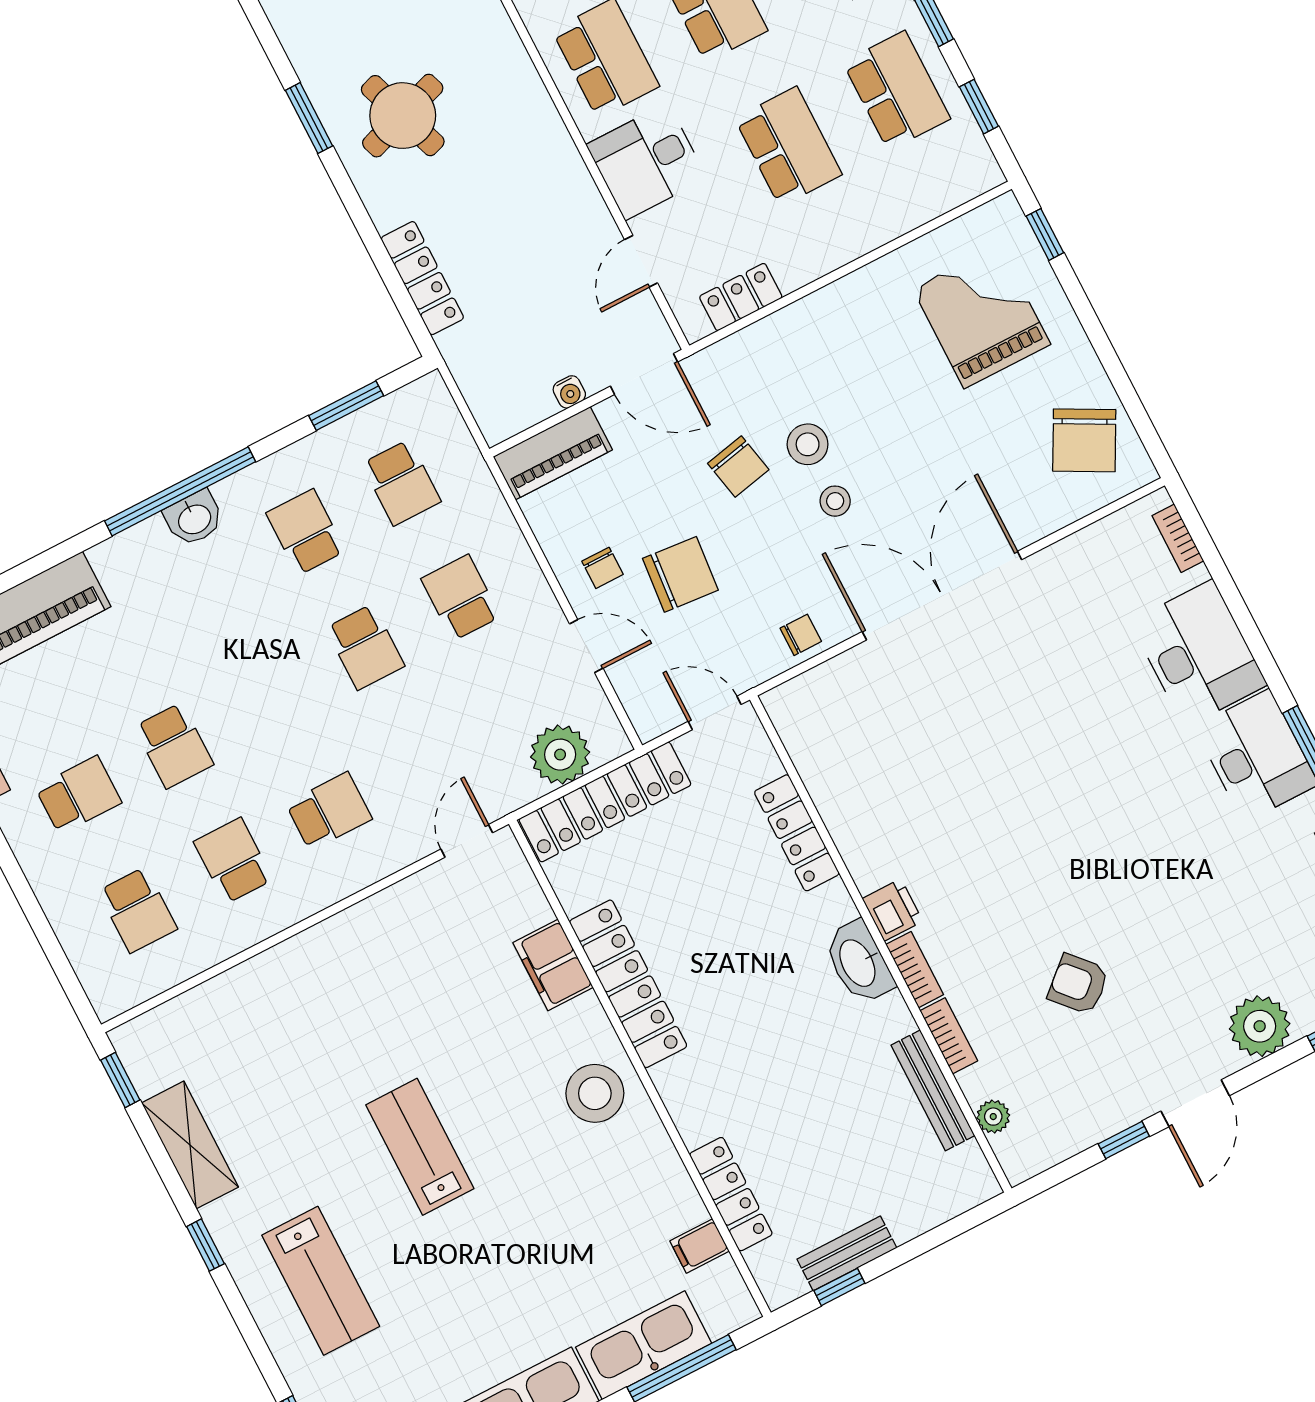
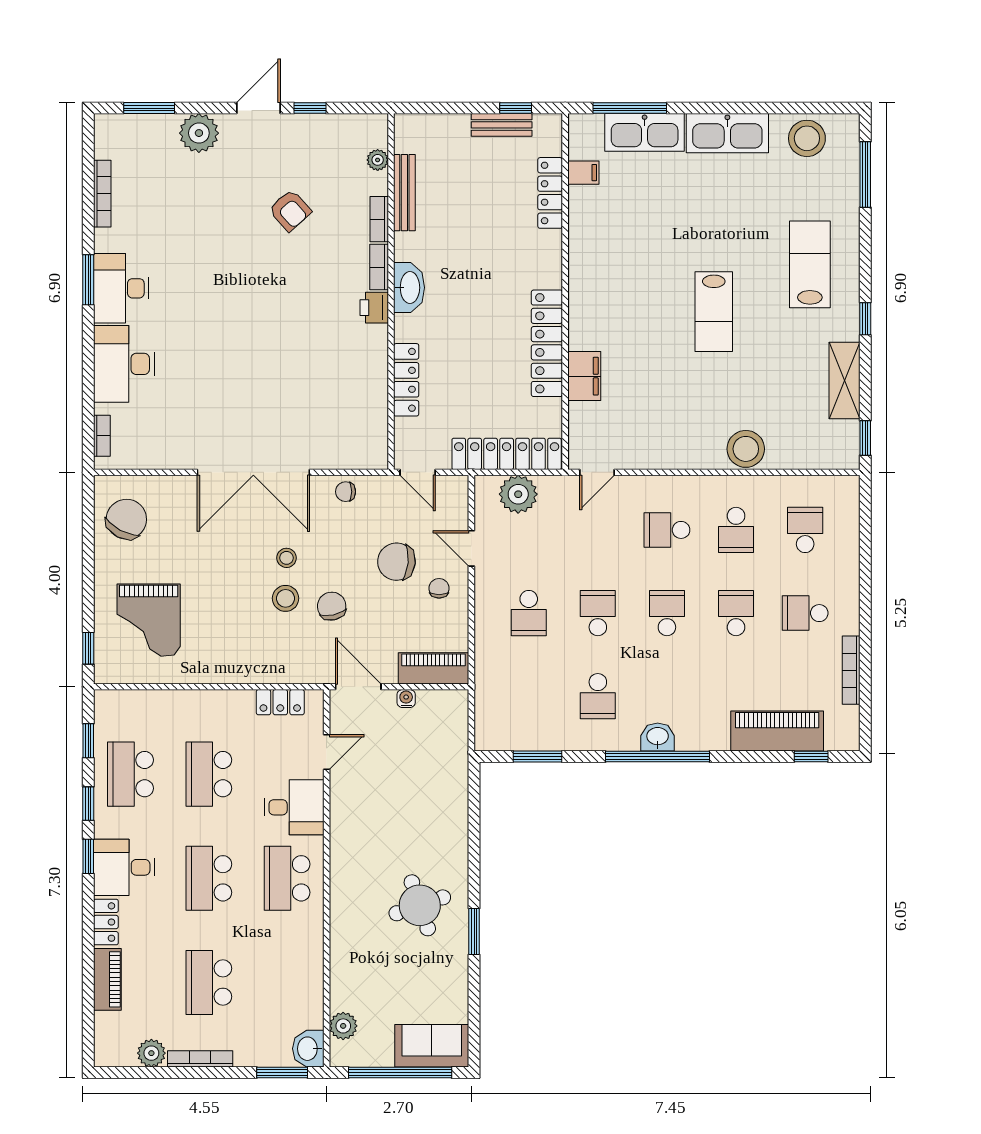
locker: (422, 278) -> (456, 807), removed
school desk: (401, 483) -> (667, 613), moved
stool: (595, 1093) -> (746, 449), moved

